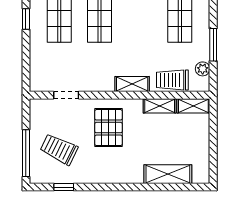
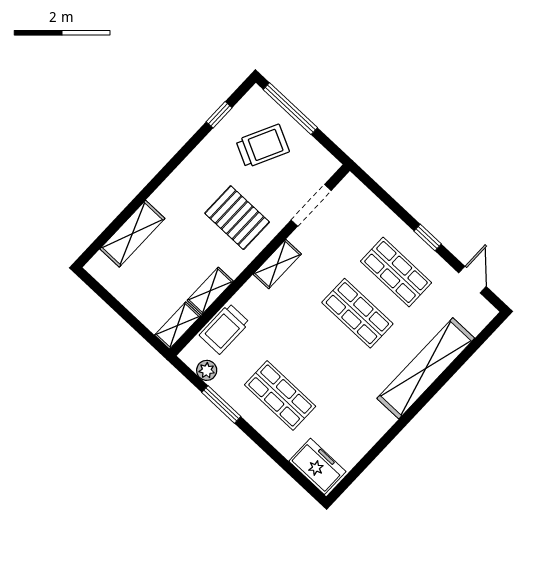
trolley: (172, 80) -> (224, 329), turned 180
shelving: (132, 84) -> (277, 264), moved
doorway: (66, 95) -> (311, 205), width x1.38

